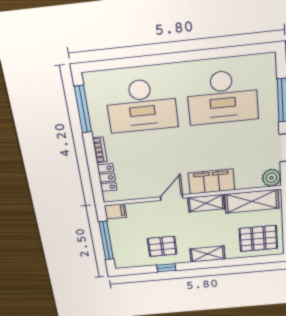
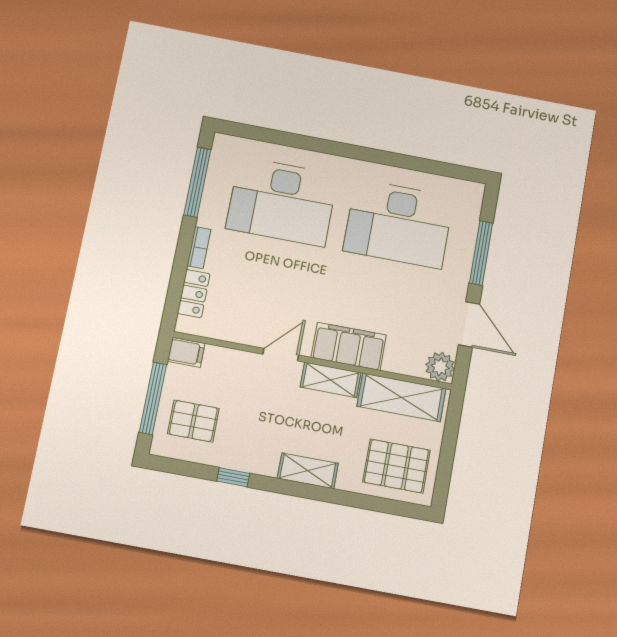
pallet: (162, 246) -> (193, 421), moved

